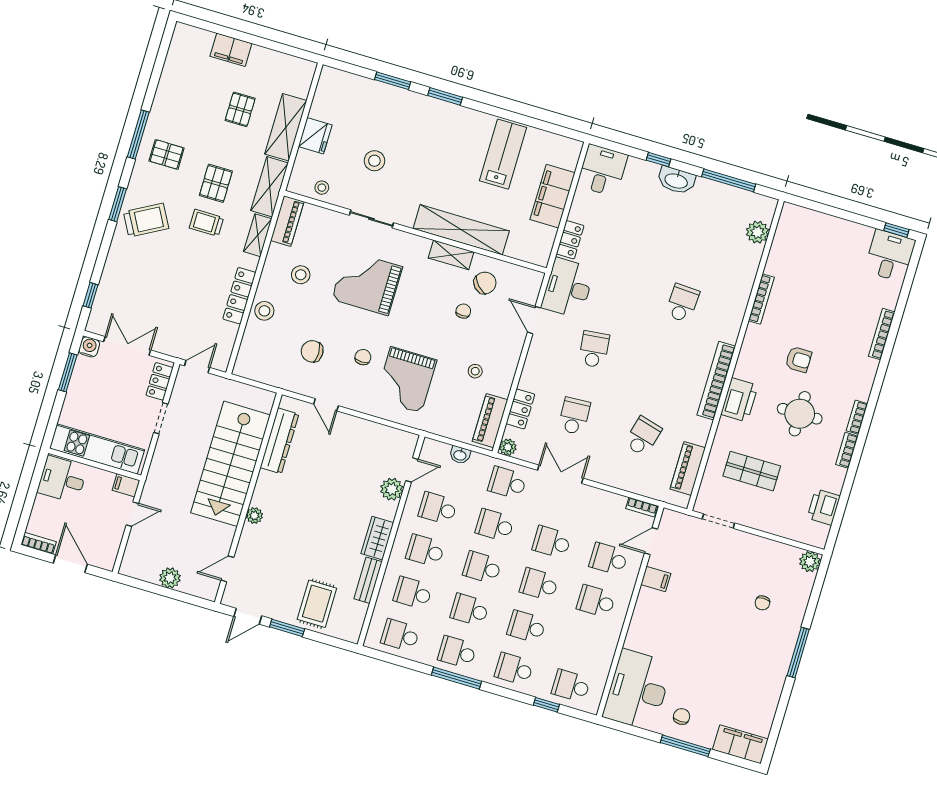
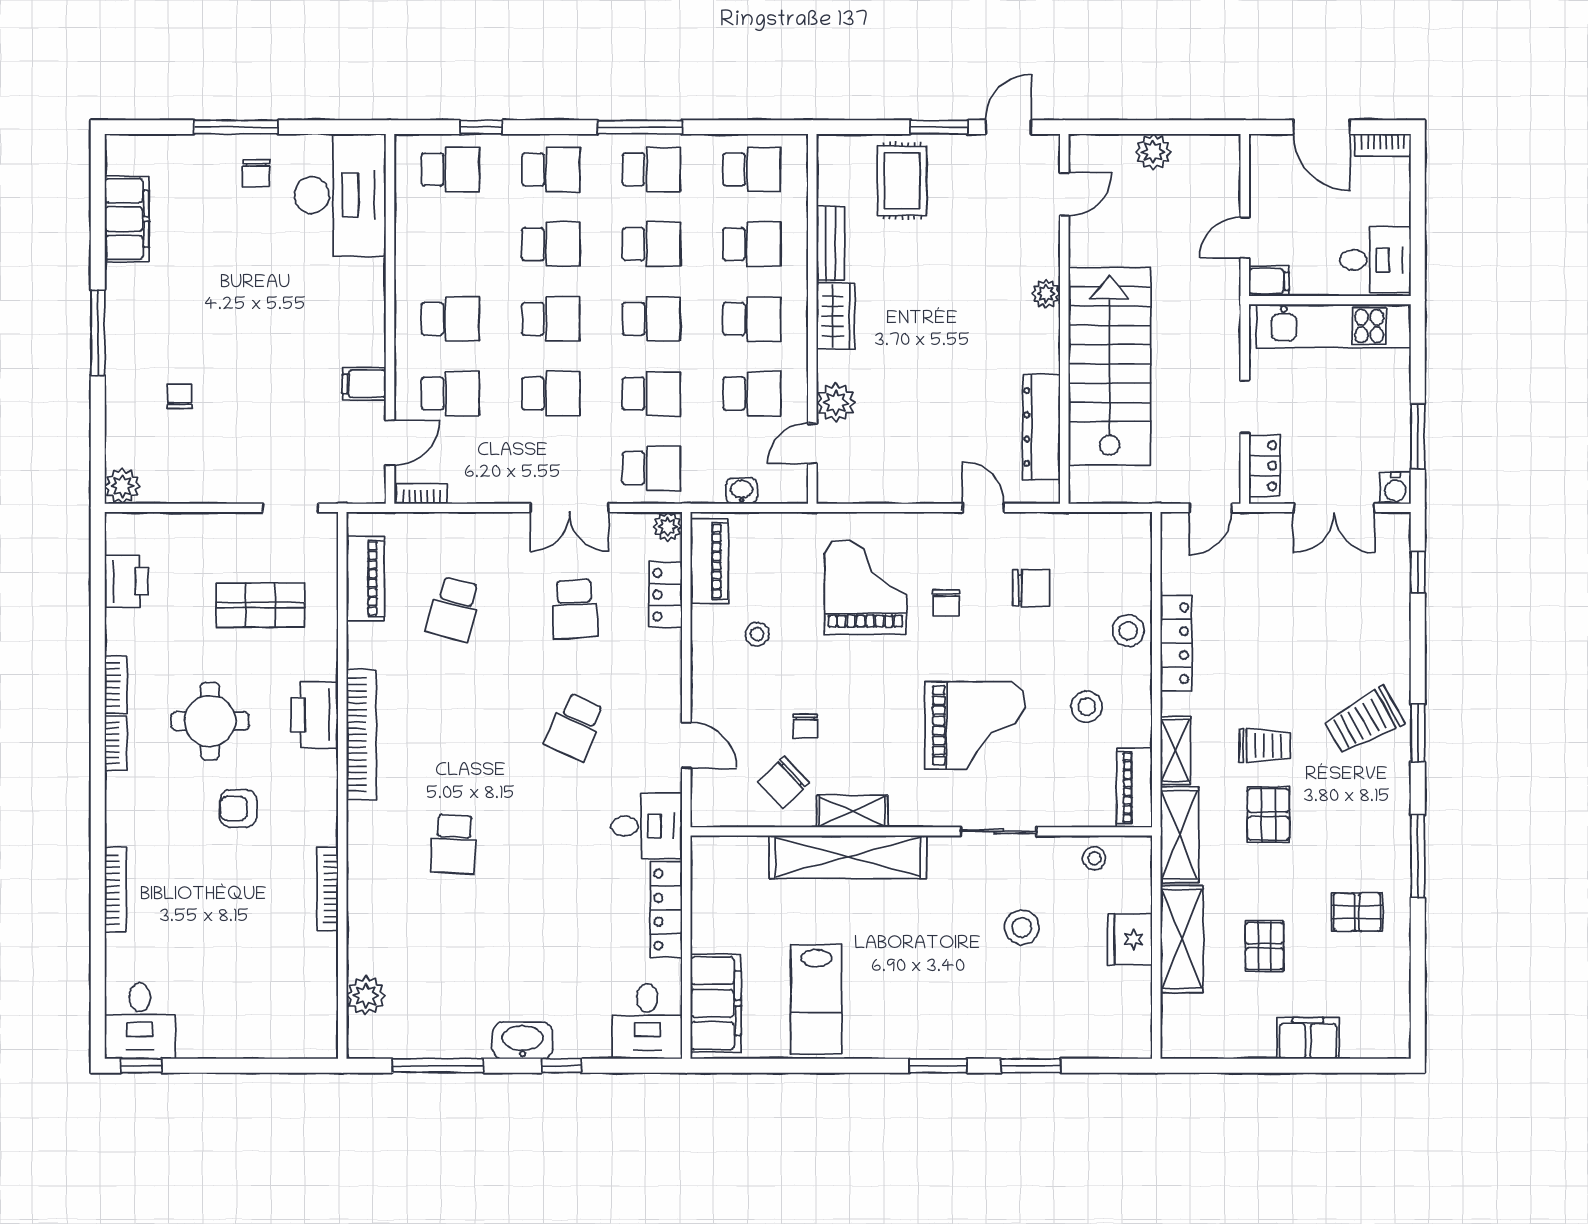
pallet: (167, 154) -> (1357, 912), moved
filing cabinet: (553, 196) -> (716, 1003), moved
locker: (570, 240) -> (666, 910), width x1.53
desk: (568, 288) -> (647, 826), width x0.73
school desk: (594, 349) -> (575, 727), turned 30
filing cabinet: (740, 744) -> (127, 219), moved, turned -90

